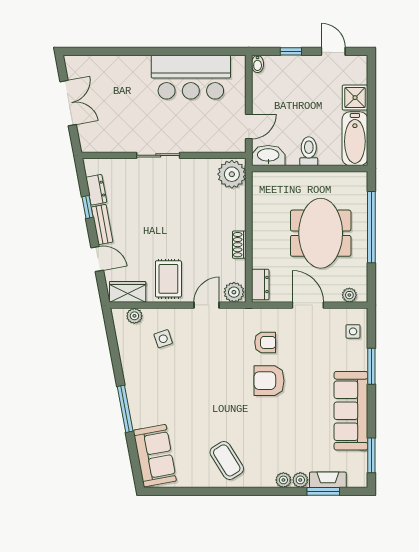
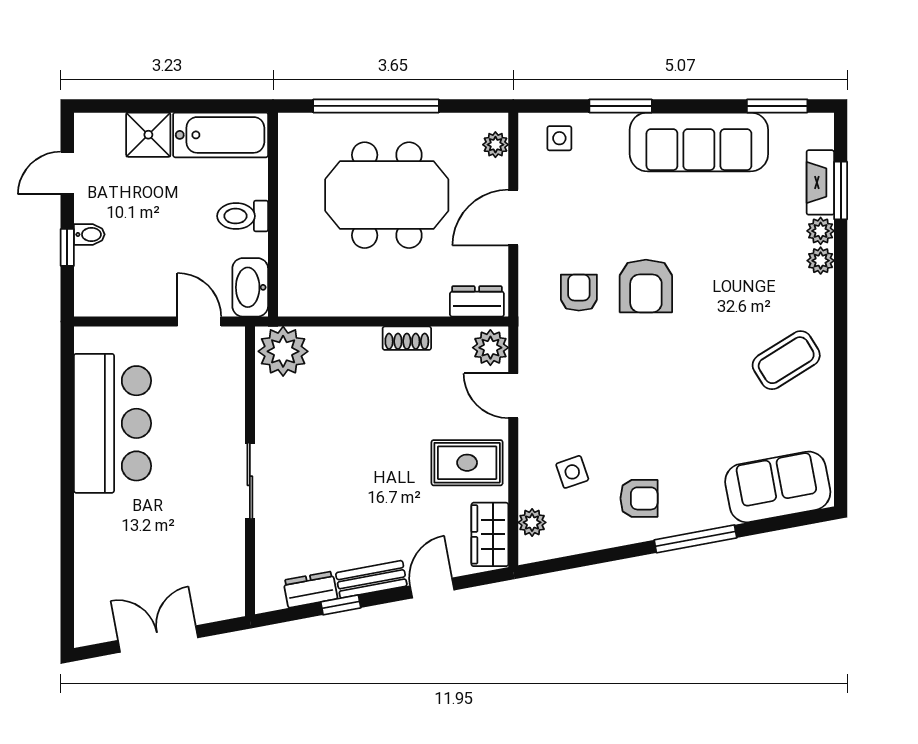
bidet: (258, 64) -> (89, 234), moved
armchair: (148, 377) -> (639, 498), added

